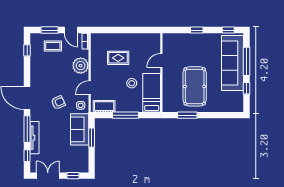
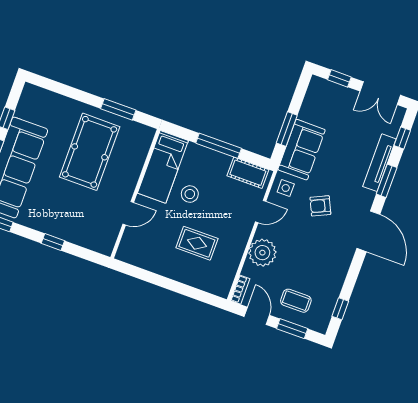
window: (27, 129) -> (387, 181), width x0.69

